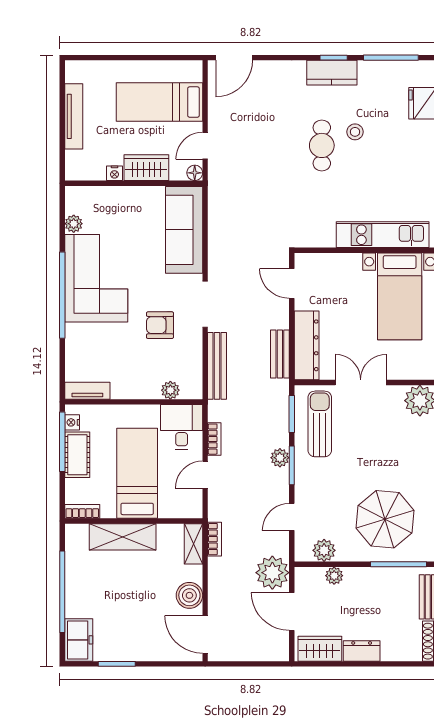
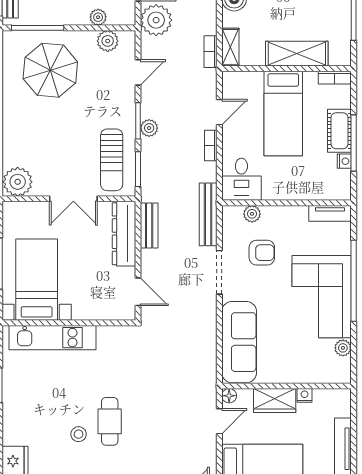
plant: (170, 390) -> (252, 214), moved
tv unit: (87, 391) -> (330, 213), moved
wall: (134, 402) -> (286, 203), moved
desk: (182, 427) -> (241, 179), moved

